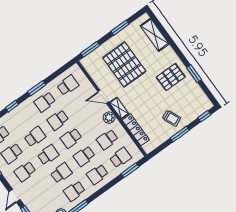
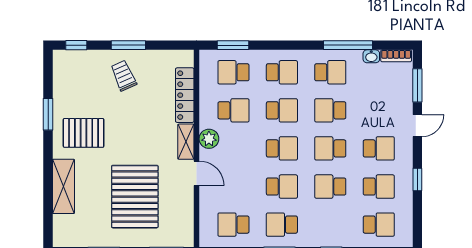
shelving: (155, 35) -> (63, 186), moved
school desk: (45, 102) -> (282, 225), turned 180

